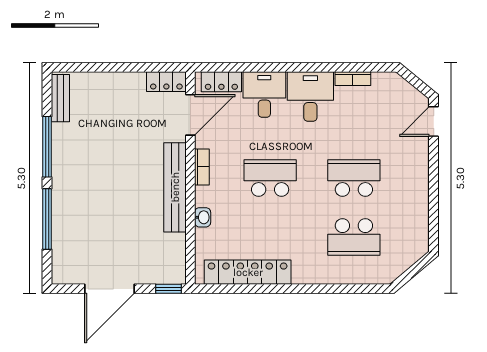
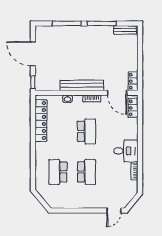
desk: (264, 94) -> (127, 129), removed
door: (434, 122) -> (114, 210), swing flipped

